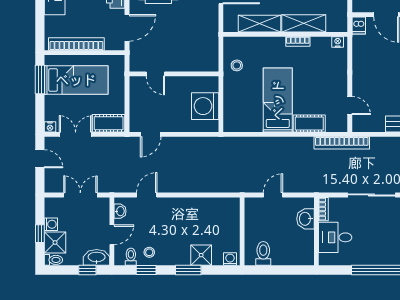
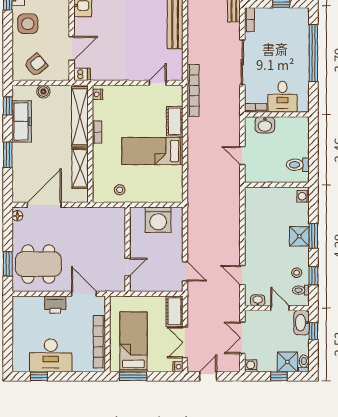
shelving: (304, 23) -> (80, 117), width x1.47
washing machine: (51, 224) -> (251, 366), moved
shower: (201, 255) -> (299, 236), moved

